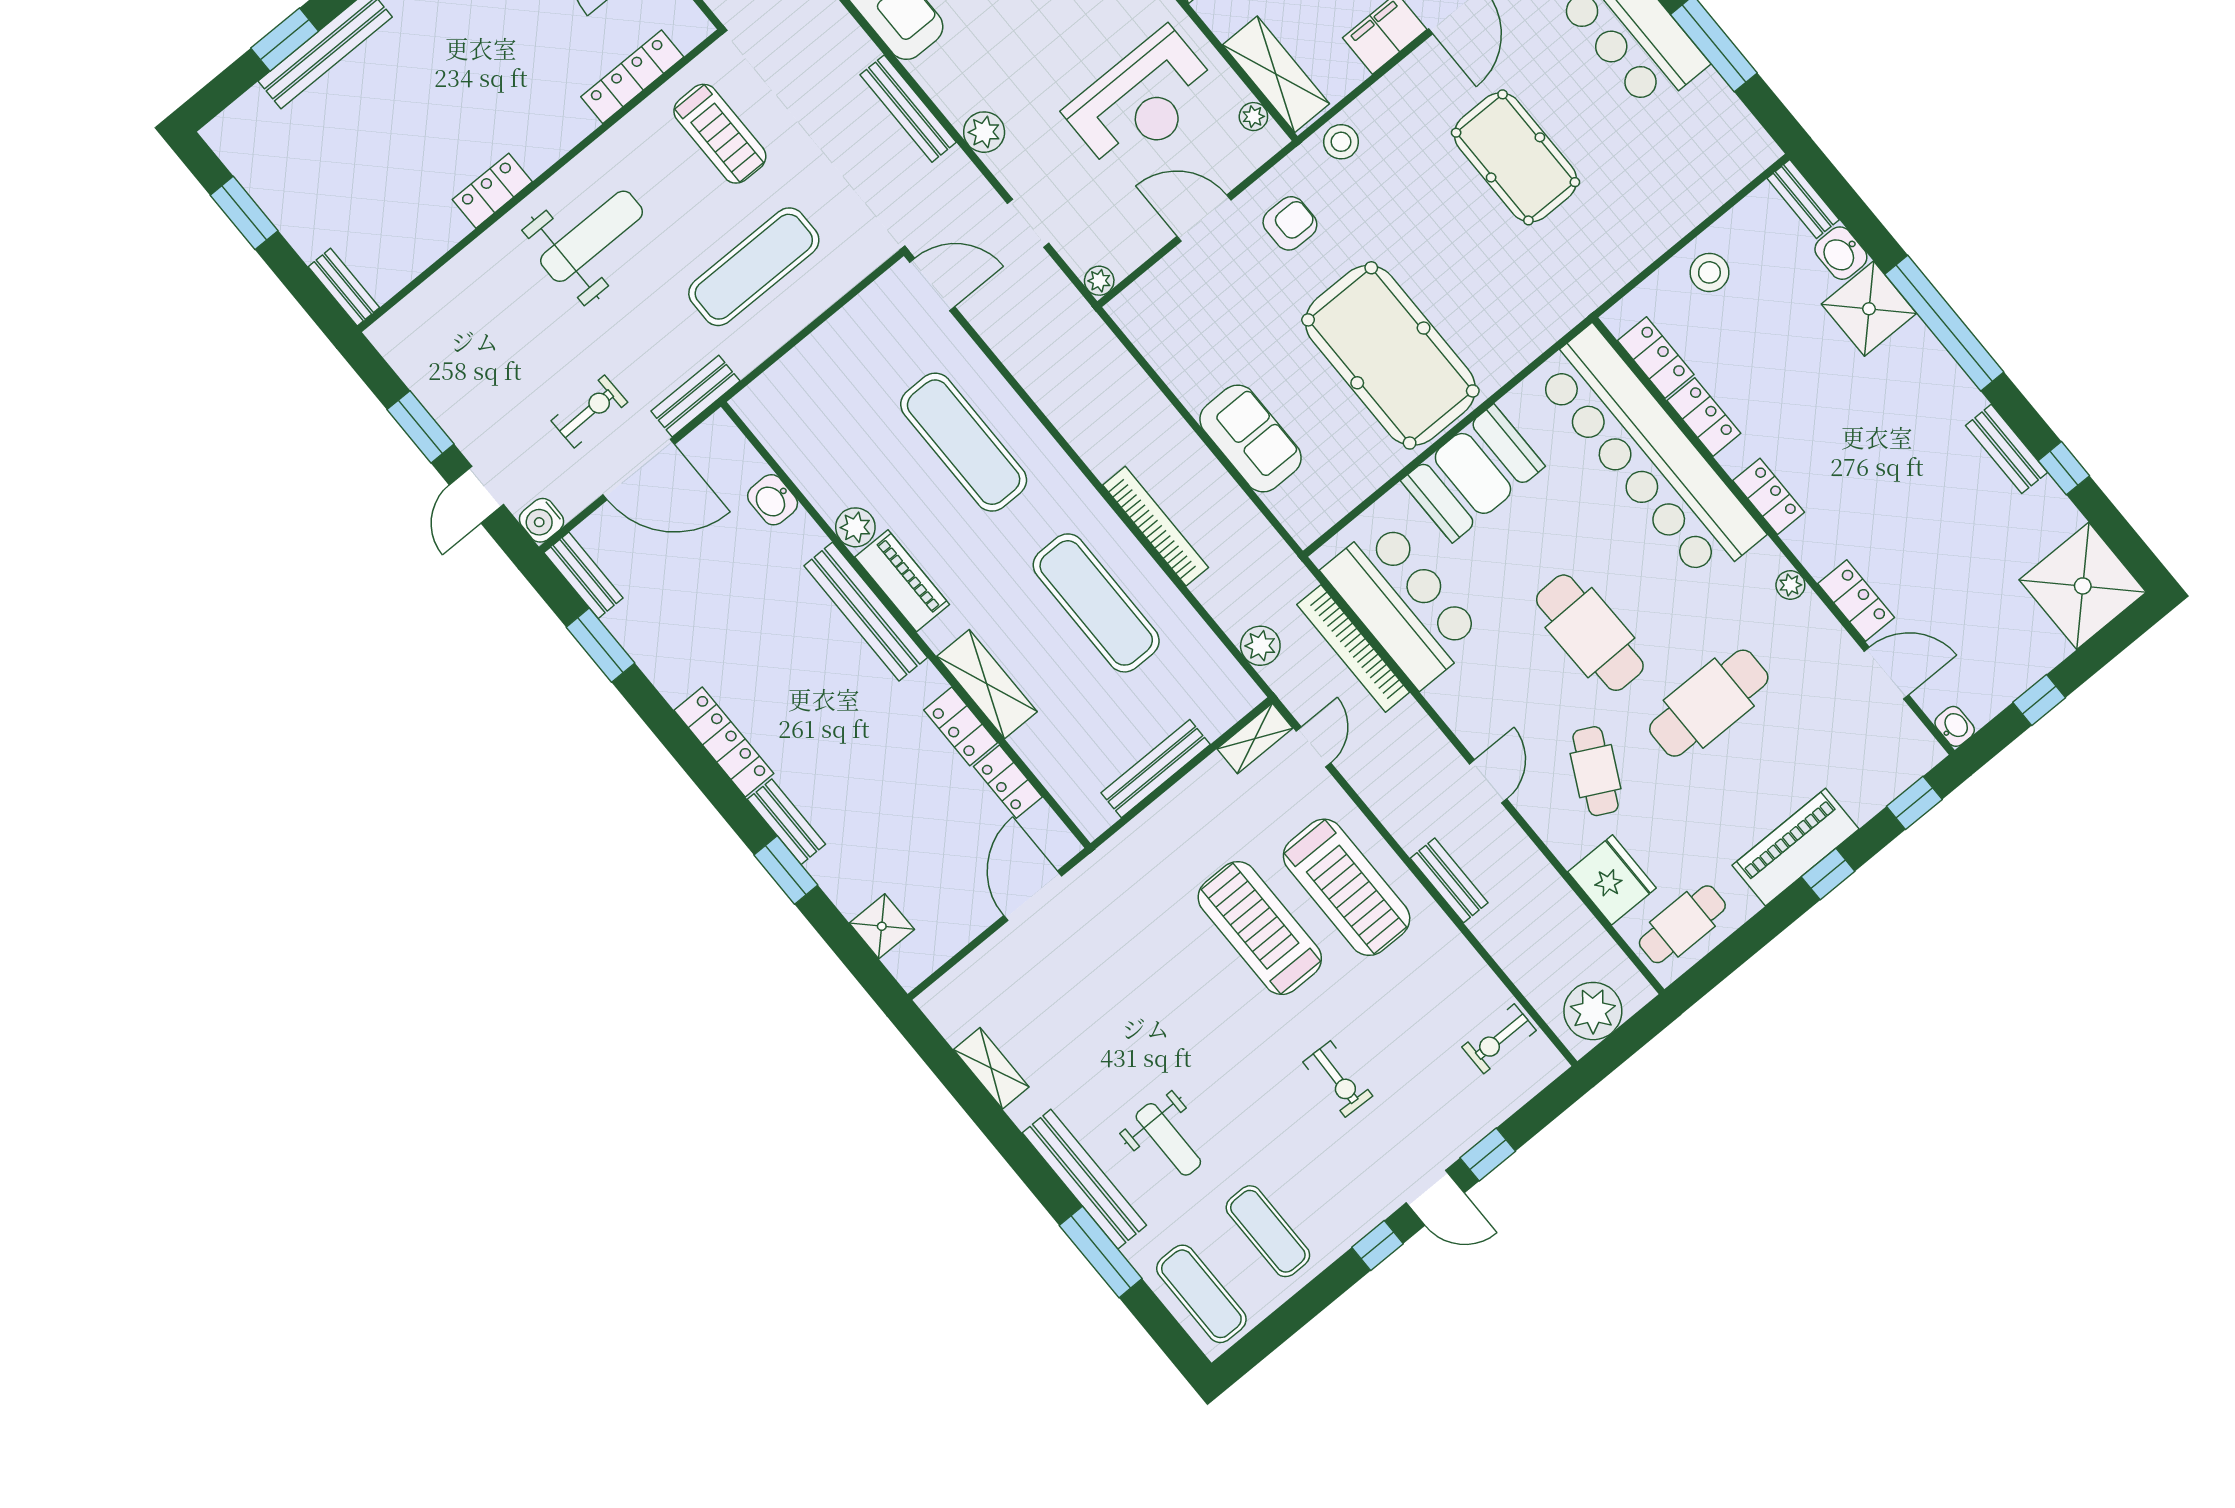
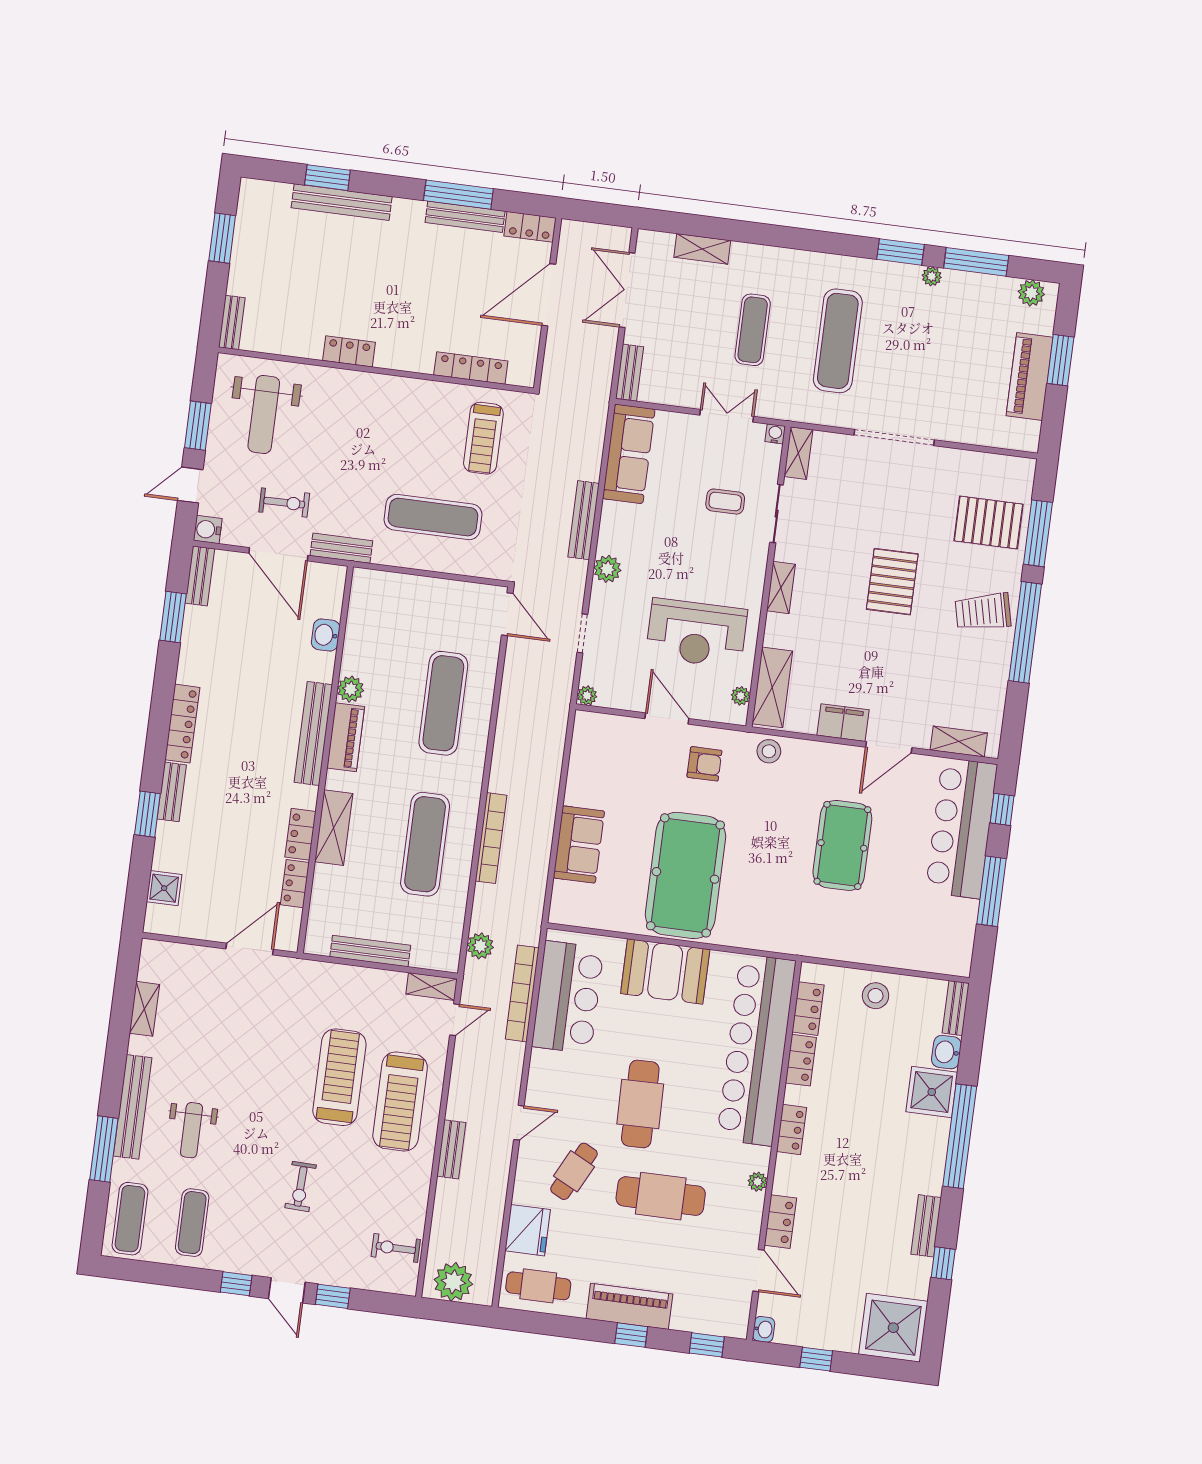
weight bench: (592, 236) -> (264, 414), moved, turned 90

